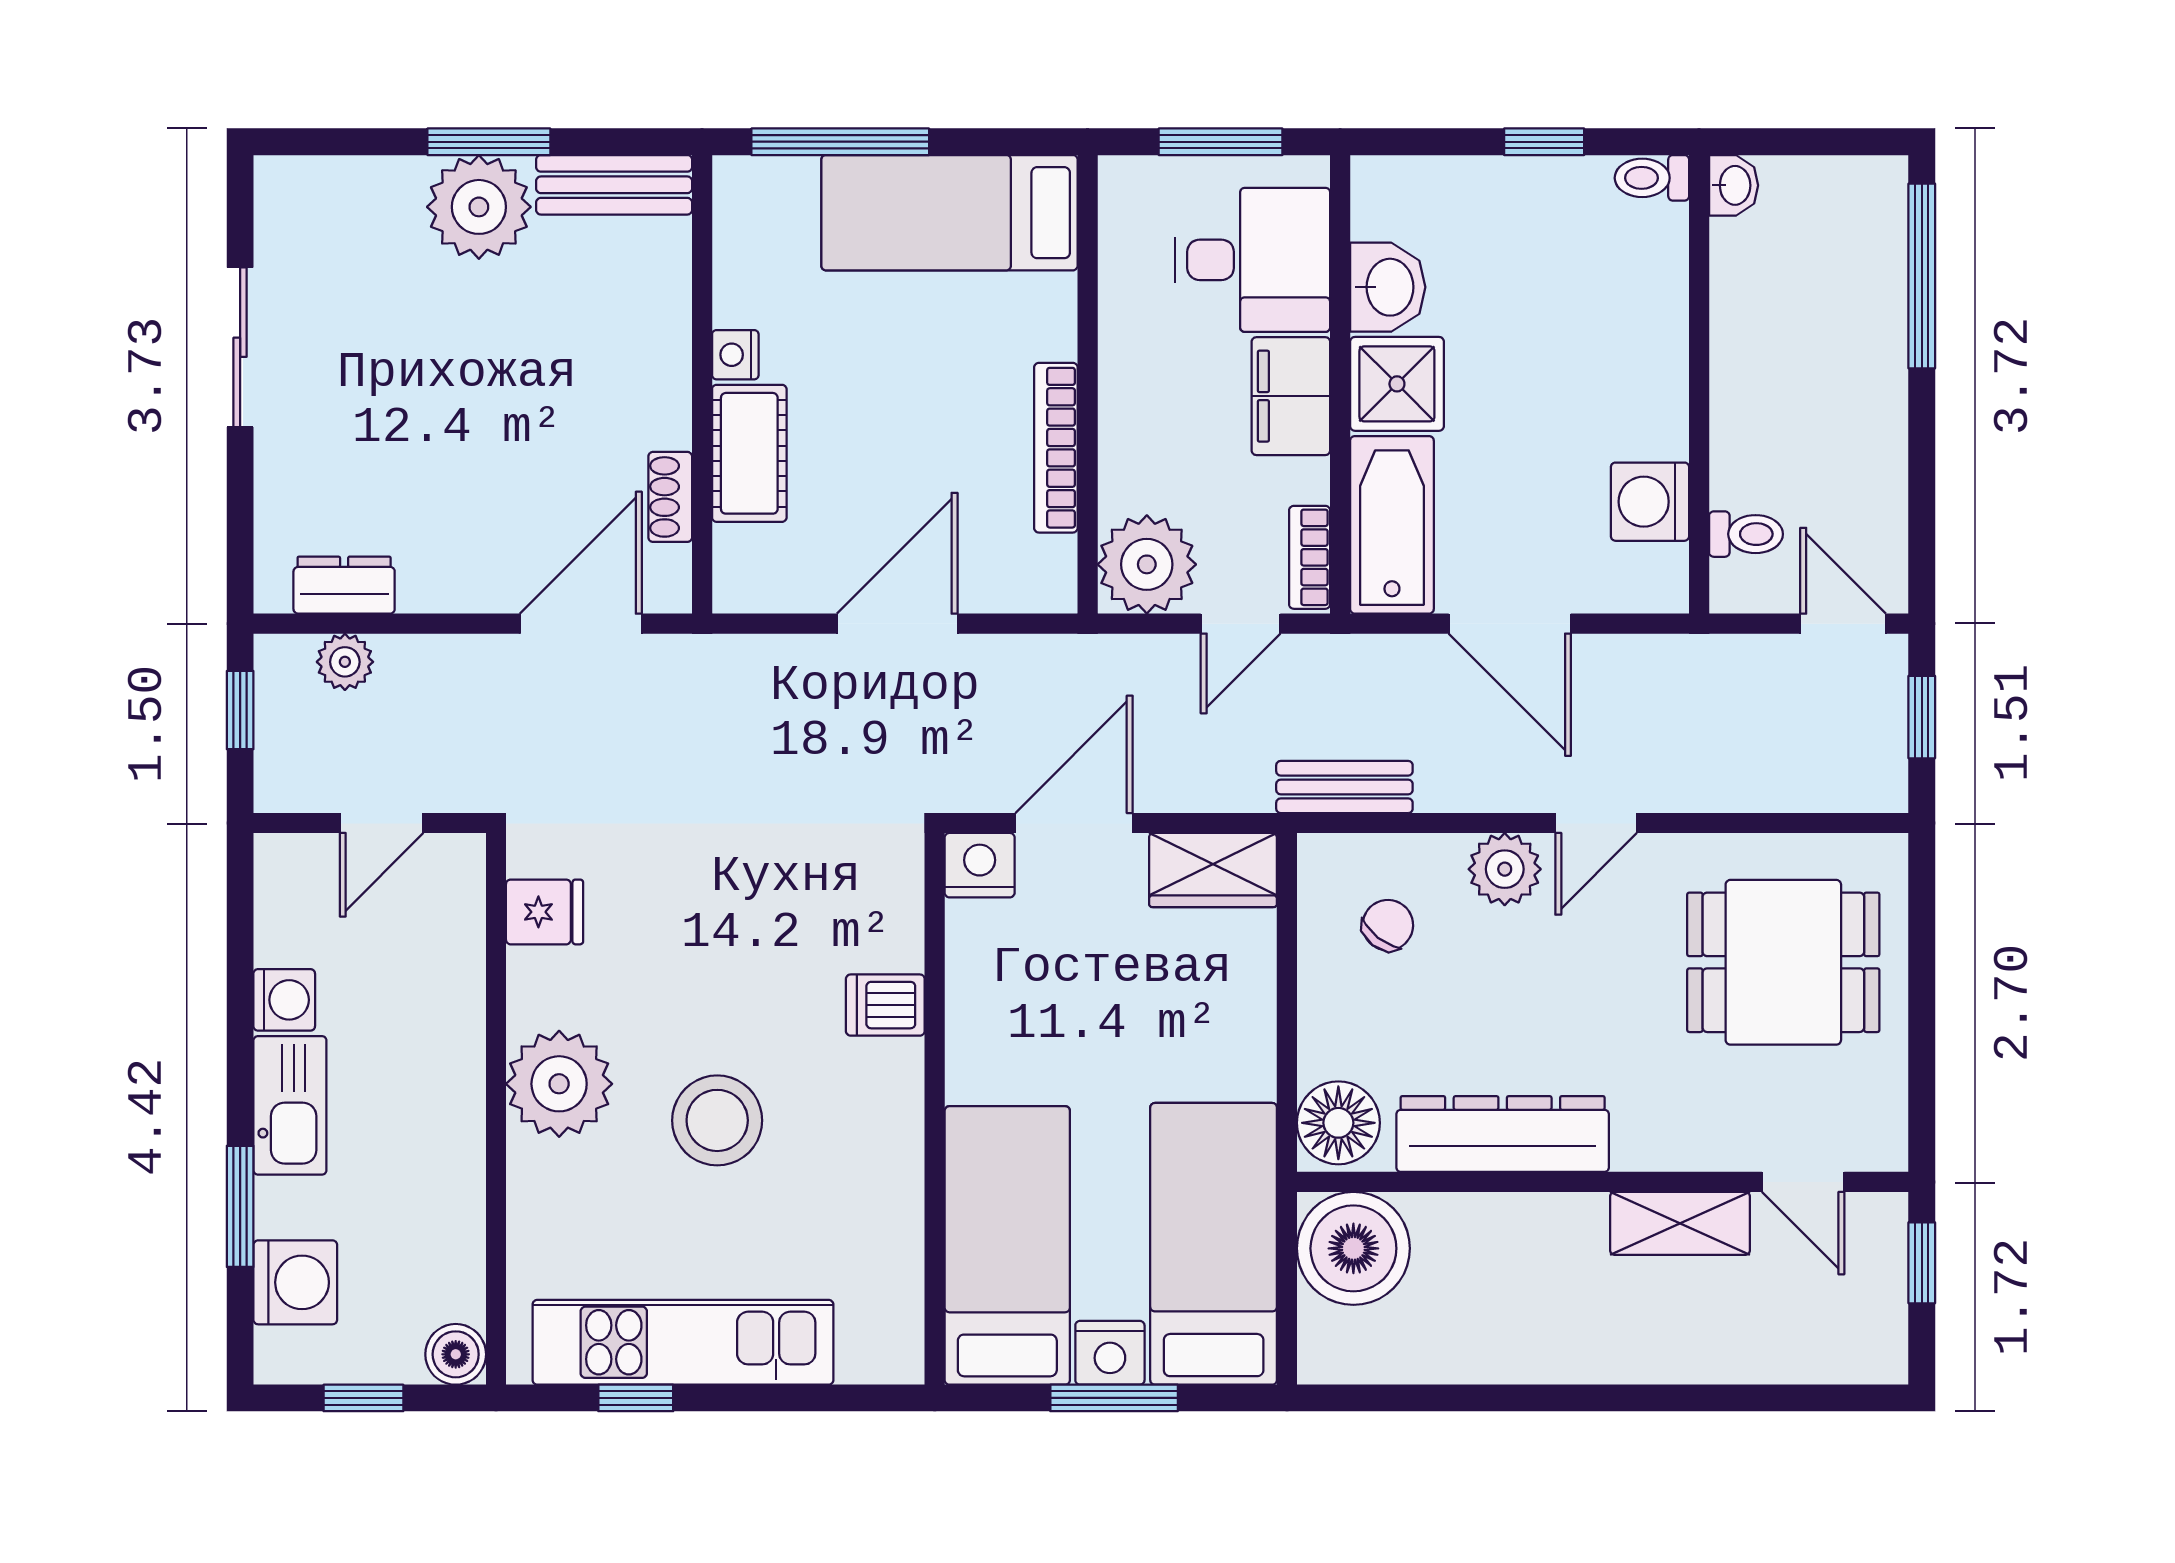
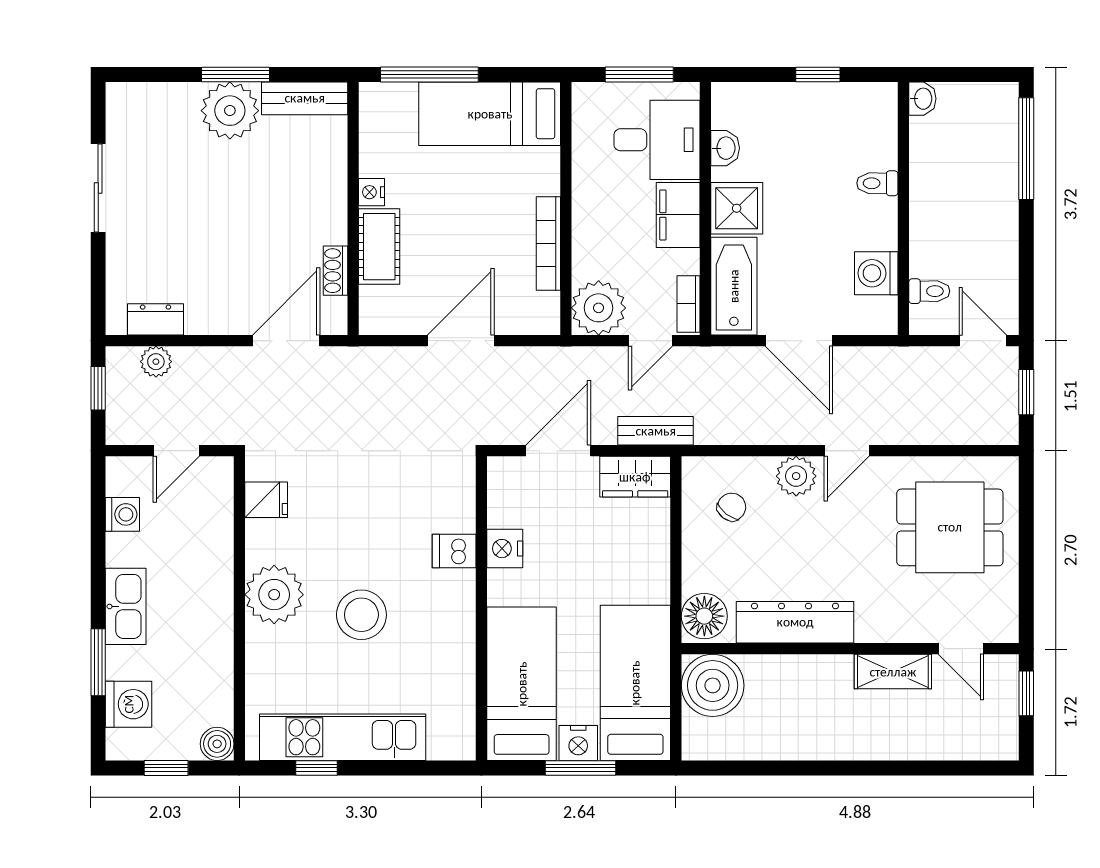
toilet: (1652, 178) -> (877, 183), moved
washbasin: (1388, 287) -> (725, 148), width x0.72, depth x0.69
bench: (1344, 787) -> (656, 431), moved
nightstand: (980, 865) -> (505, 549), moved, turned -90
washing machine: (284, 1000) -> (122, 514), moved

